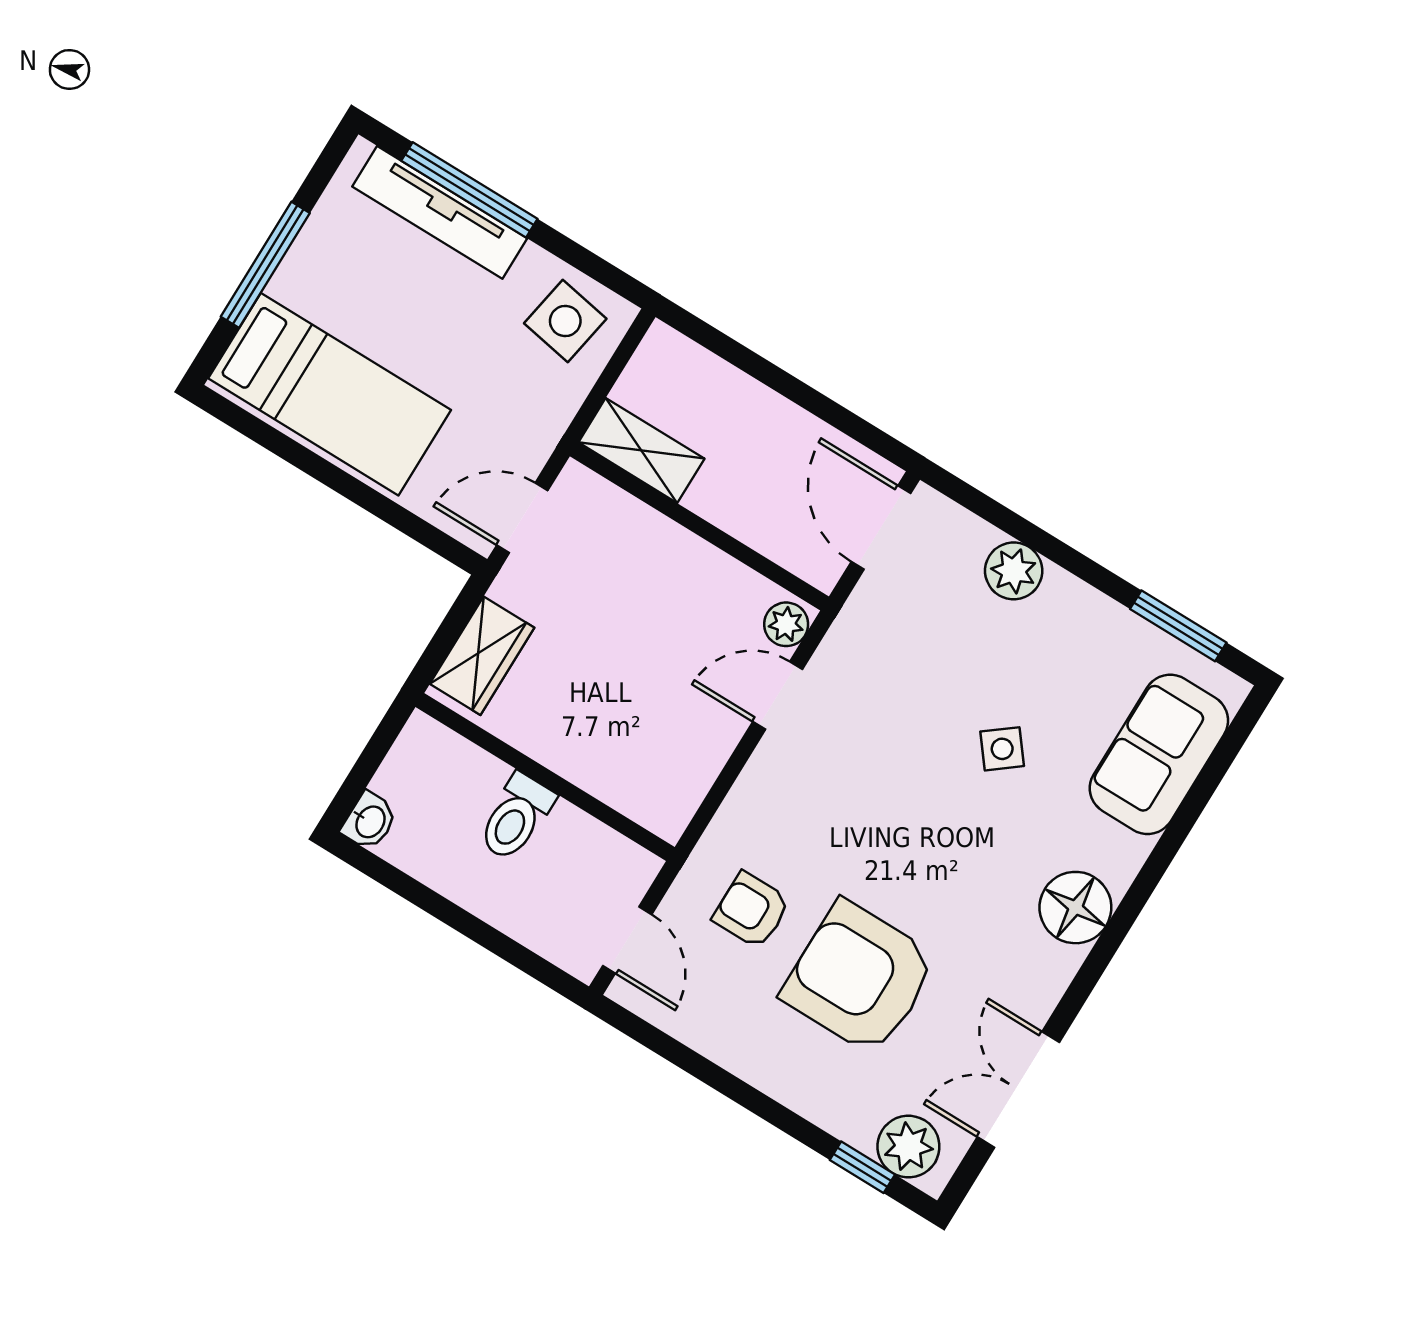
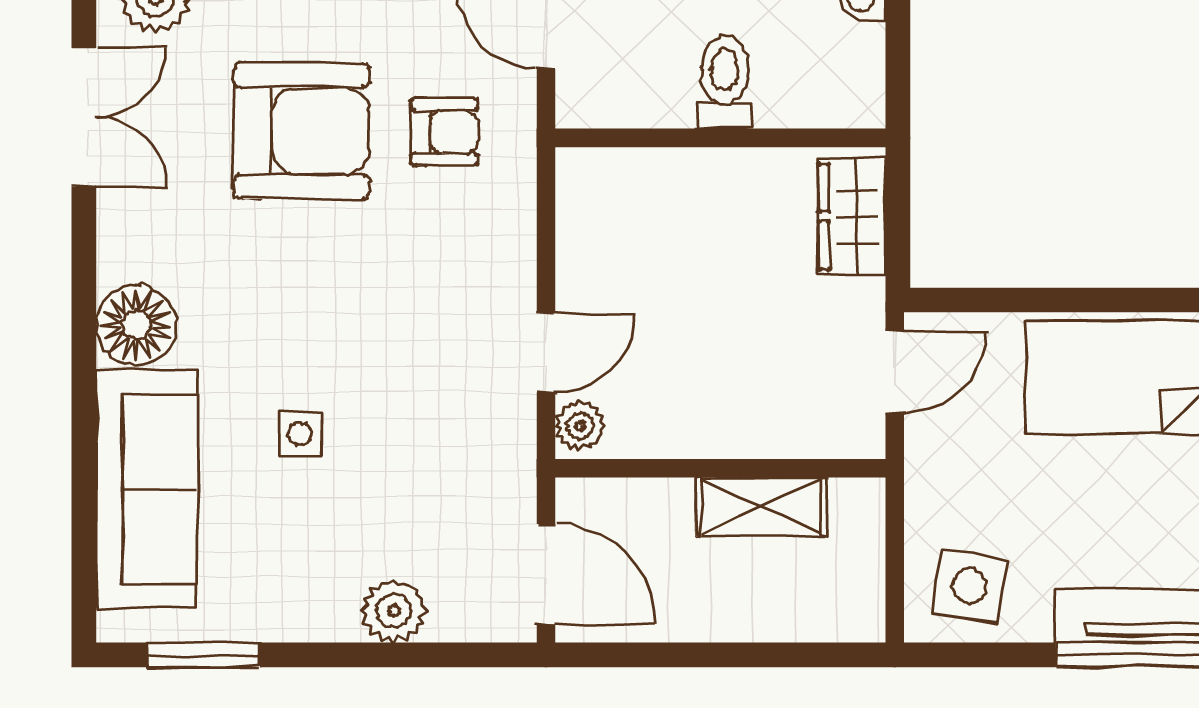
shelving: (641, 450) -> (761, 507), moved
side table: (1002, 749) -> (300, 434), turned 38
sofa: (1159, 754) -> (147, 489), width x1.36

